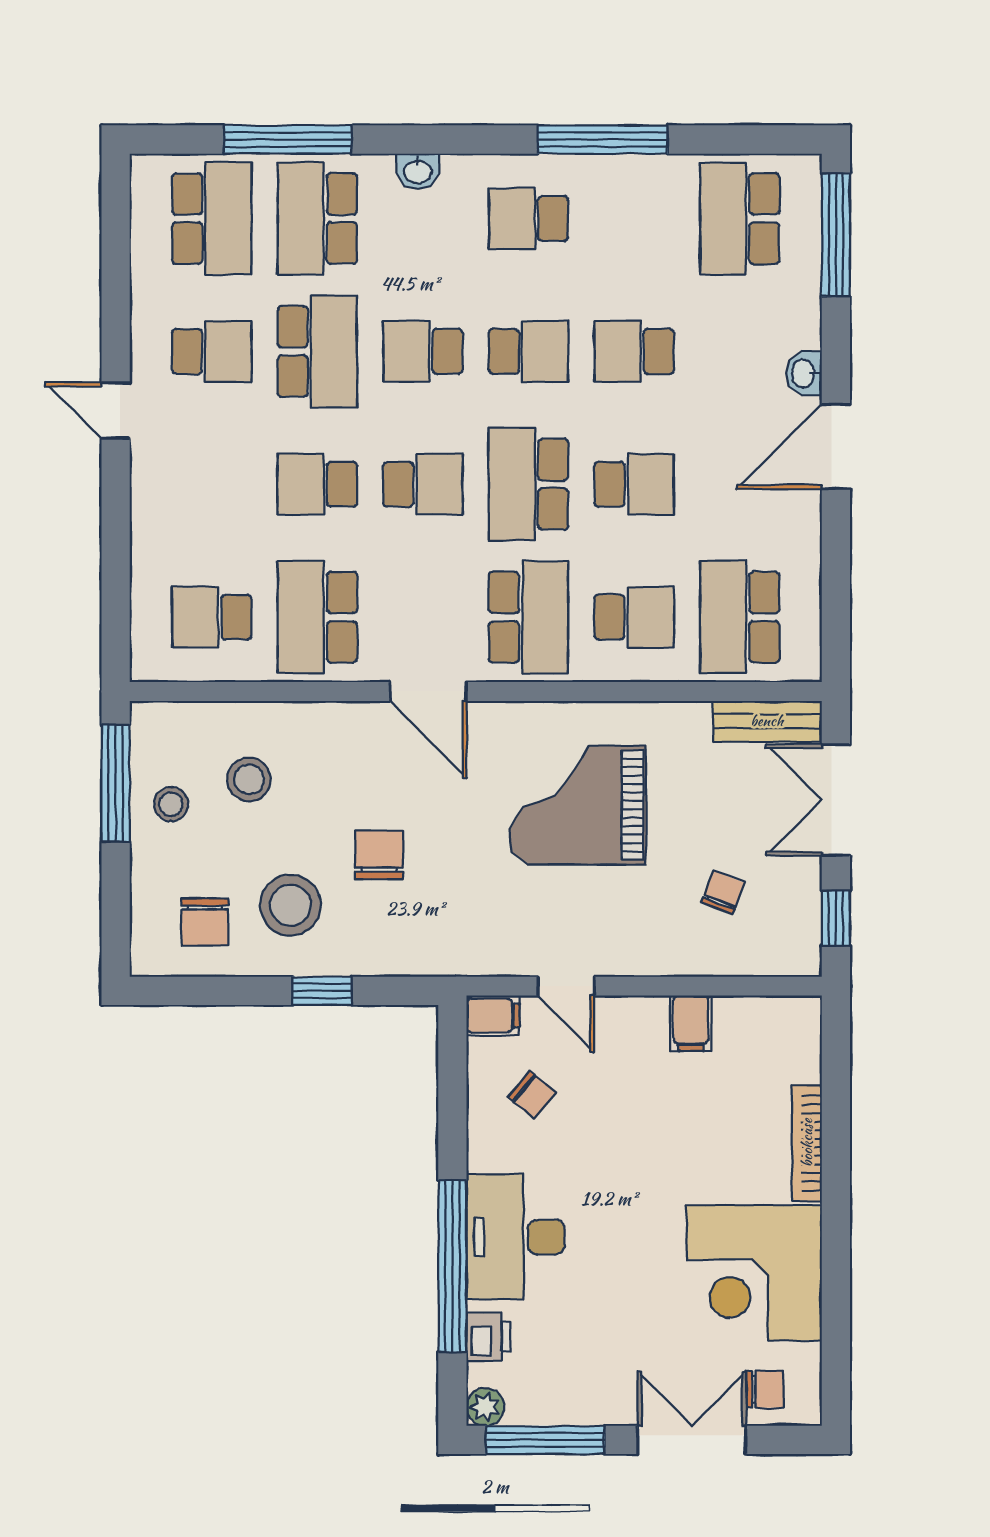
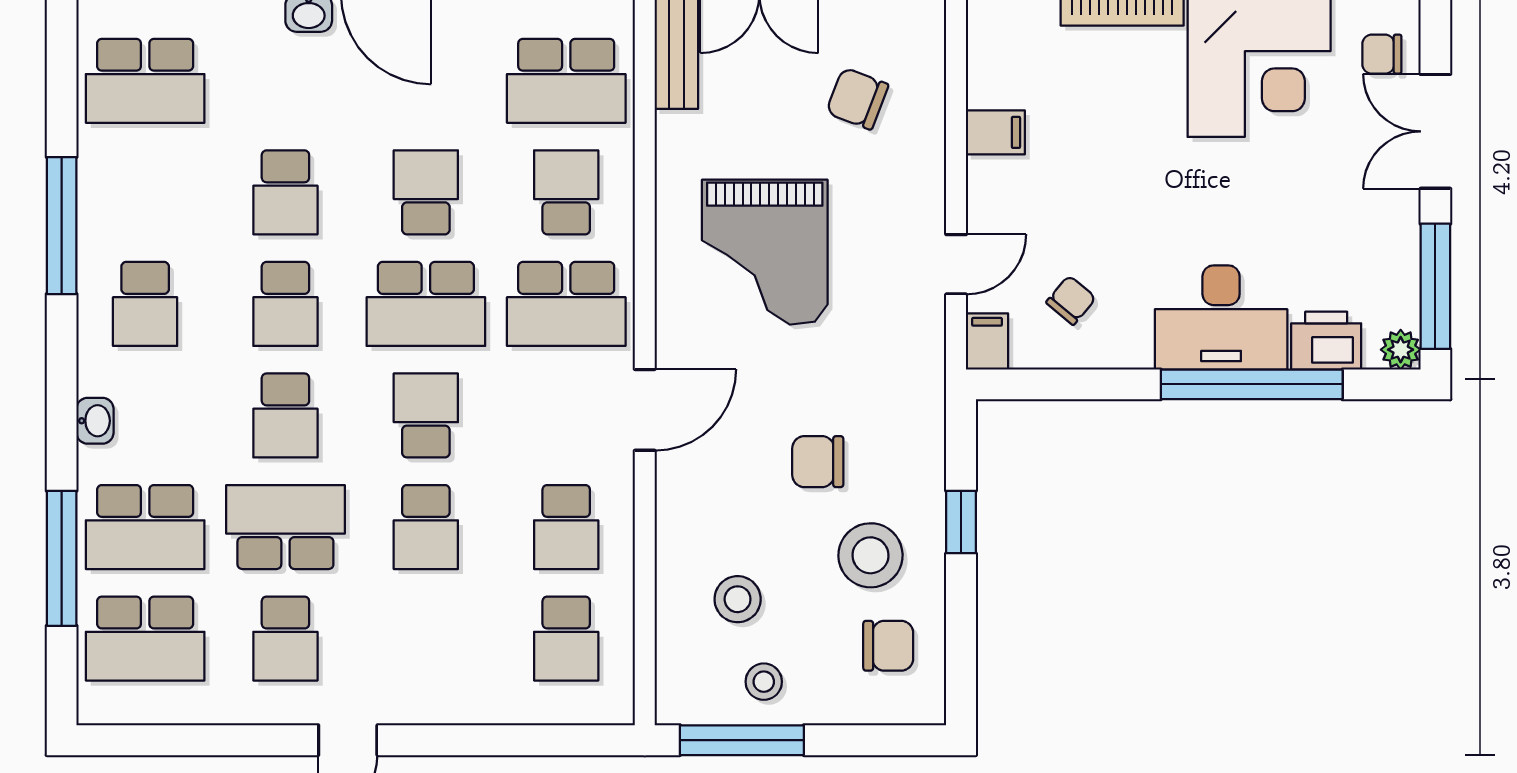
school desk: (212, 219) -> (145, 639), turned 180
school desk: (212, 351) -> (285, 639), turned 180
school desk: (529, 351) -> (285, 304), turned 180
school desk: (317, 617) -> (566, 527), width x0.54
school desk: (529, 617) -> (566, 304), turned 180
chair: (723, 893) -> (857, 99), width x1.37, depth x1.37
printer: (488, 1336) -> (1326, 341), width x1.36, depth x1.24
chair: (765, 1389) -> (1382, 54), turned -90

